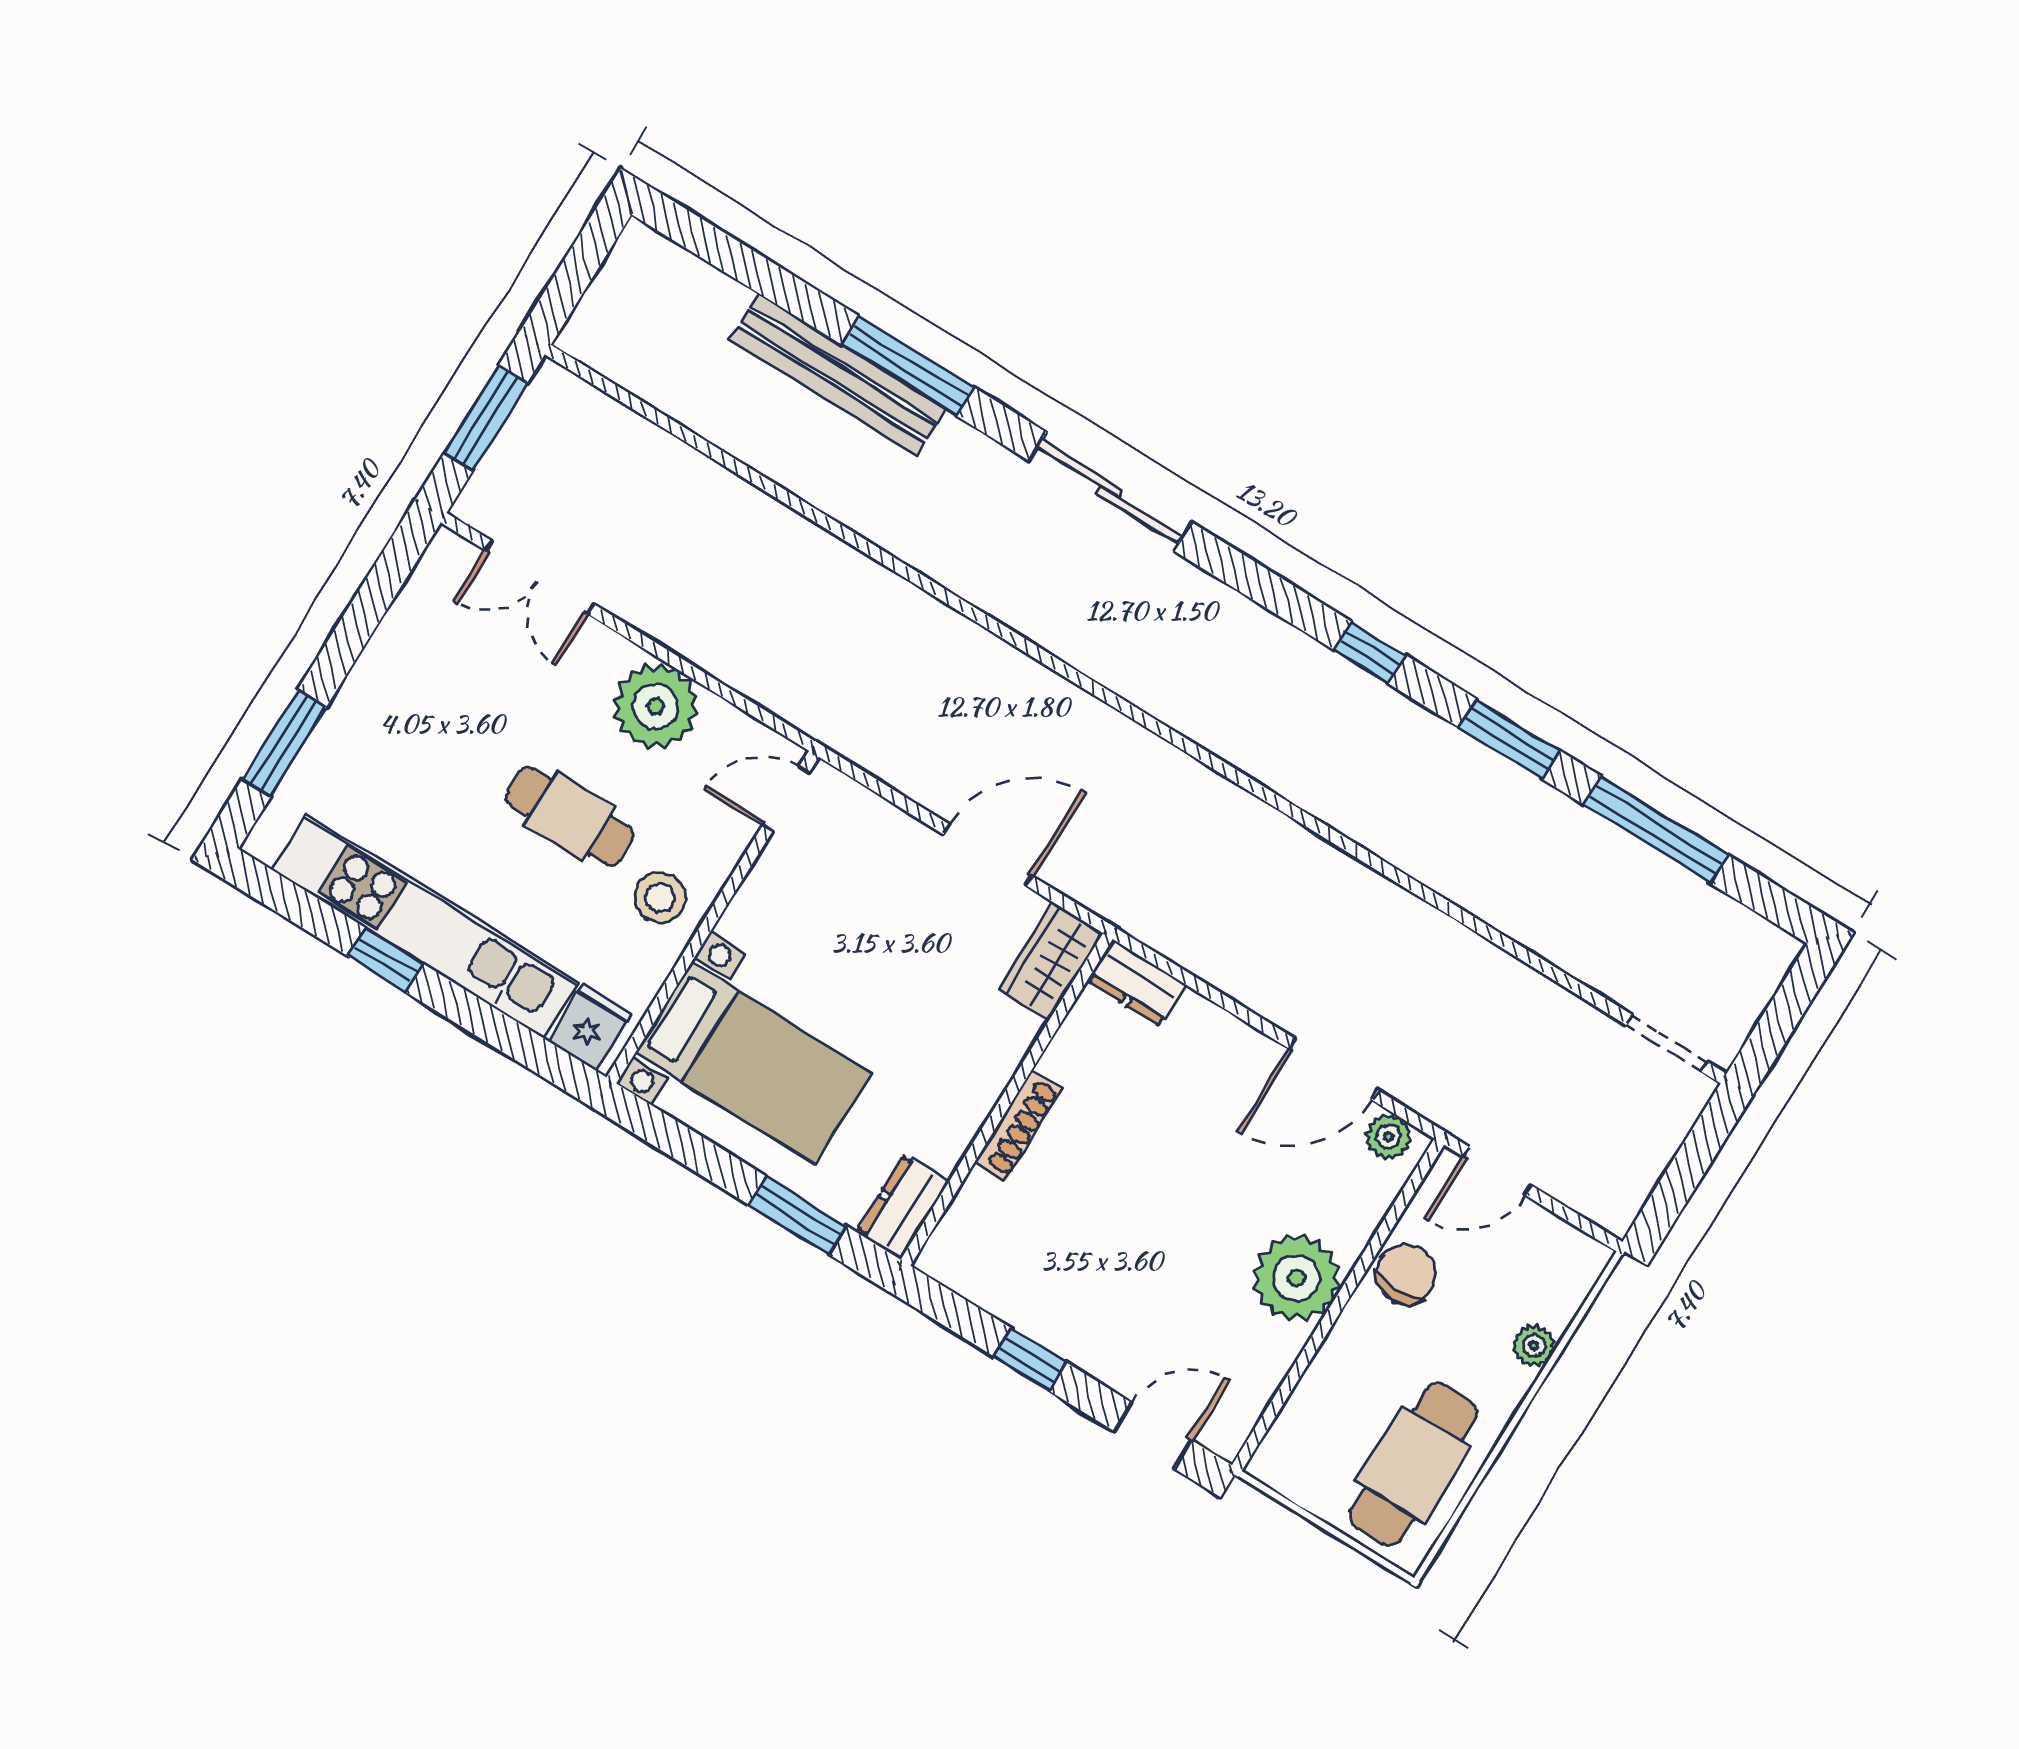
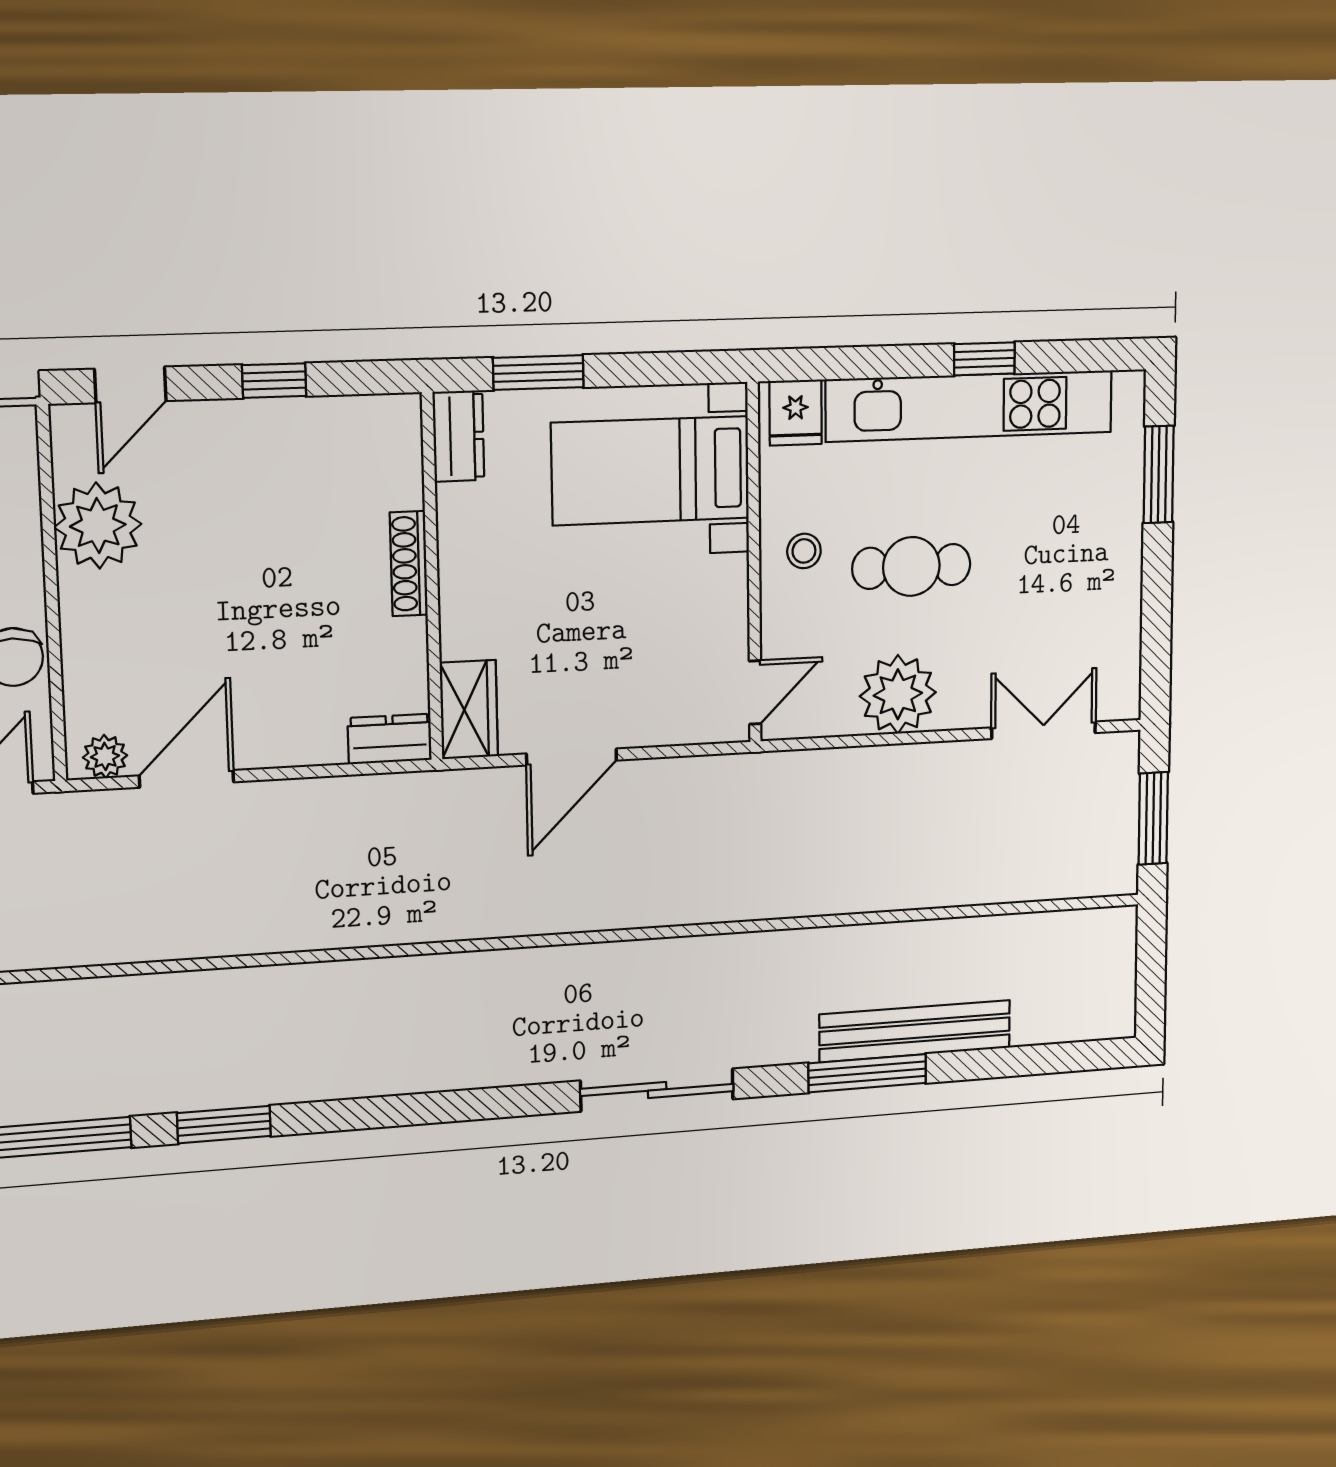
window: (1370, 652) -> (379, 1112), removed
stool: (660, 897) -> (804, 551), width x0.73, depth x0.73
plant: (1297, 1278) -> (98, 526), moved

